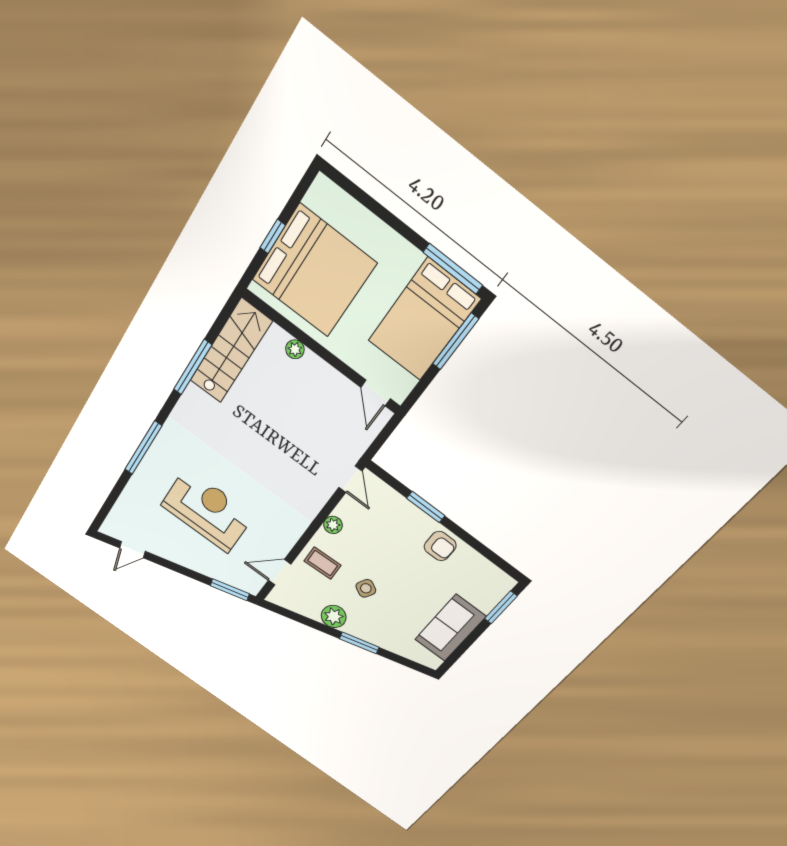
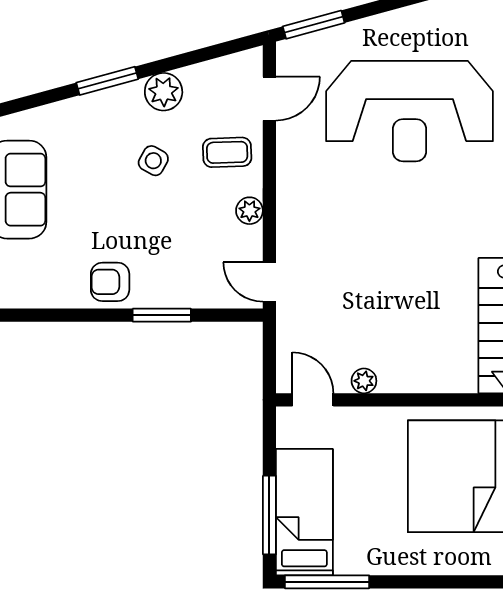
bed: (424, 320) -> (304, 512), width x0.67
plant: (295, 349) -> (364, 381), moved
reception desk: (207, 510) -> (409, 111), width x1.36, depth x1.30

